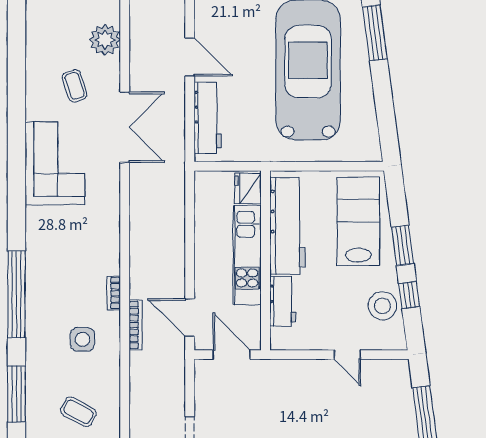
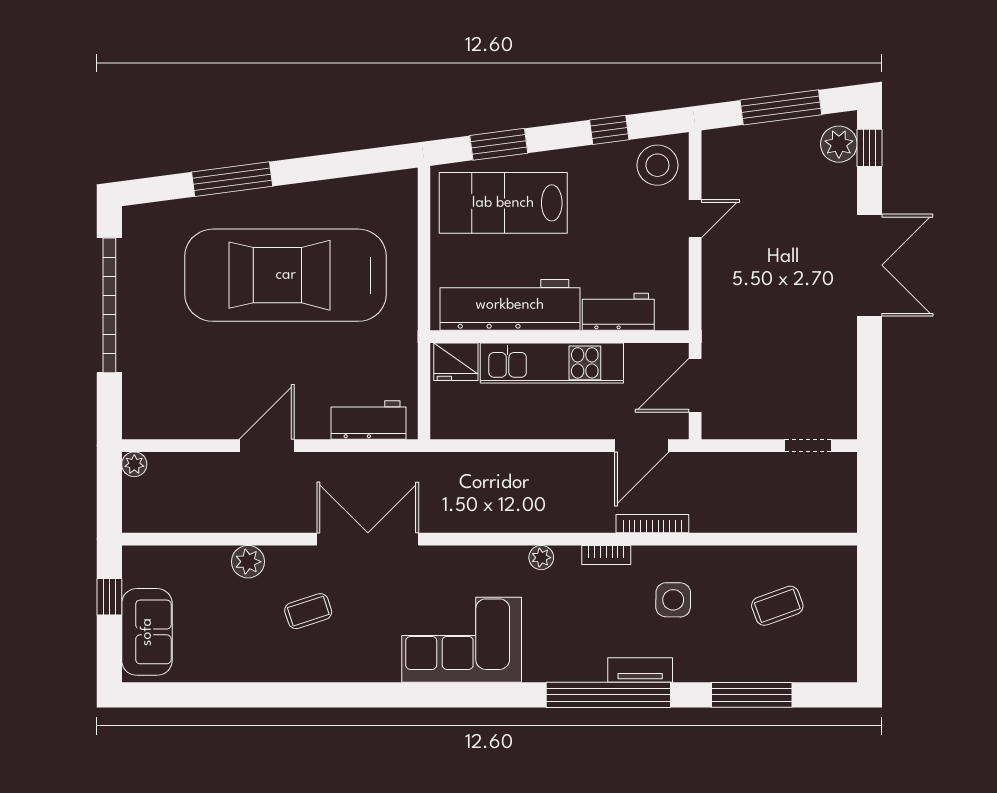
plant: (105, 40) -> (248, 562), width x0.73, depth x0.73
workbench: (207, 118) -> (369, 420), width x0.73
corner sofa: (55, 163) -> (462, 640), moved
window: (403, 245) -> (499, 144), moved
plant: (112, 248) -> (541, 558), added
stool: (382, 306) -> (657, 165), moved
tv unit: (34, 316) -> (640, 670), added
coffee table: (78, 412) -> (777, 606), turned 41

